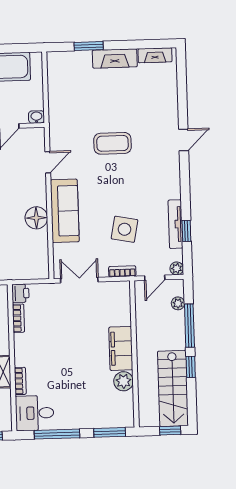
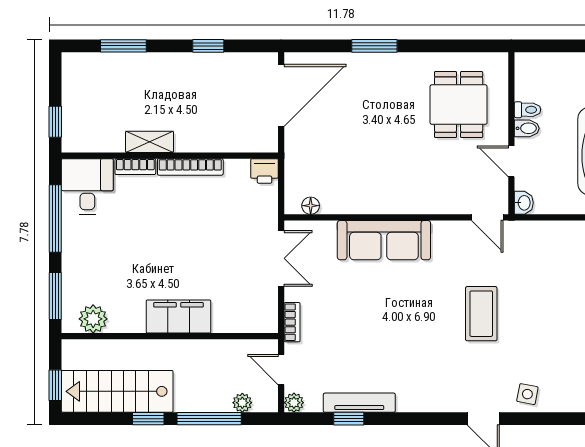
door: (48, 162) -> (487, 217), moved
floor lamp: (36, 218) -> (311, 206), moved, width x0.53, depth x0.53
side table: (124, 229) -> (527, 394), moved, width x0.54, depth x0.54
bookcase: (18, 318) -> (190, 167), moved, width x1.56
plant: (124, 381) -> (93, 319), moved

